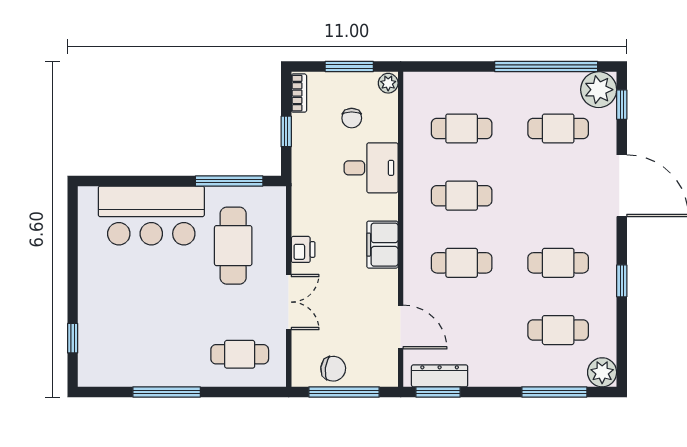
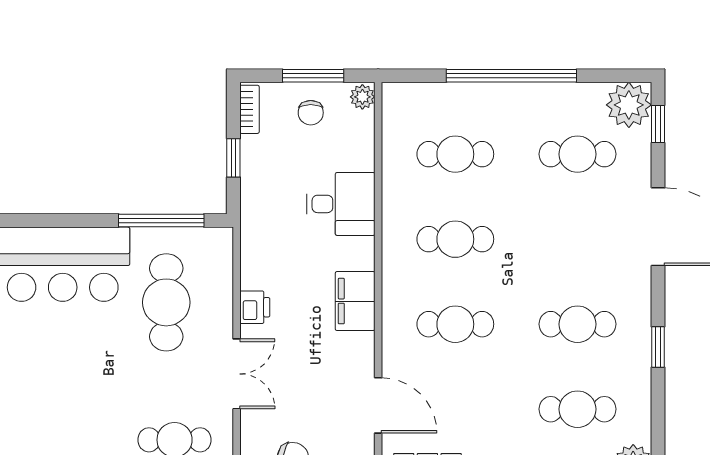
window: (546, 67) -> (511, 76), moved
chair: (352, 118) -> (311, 113), moved

